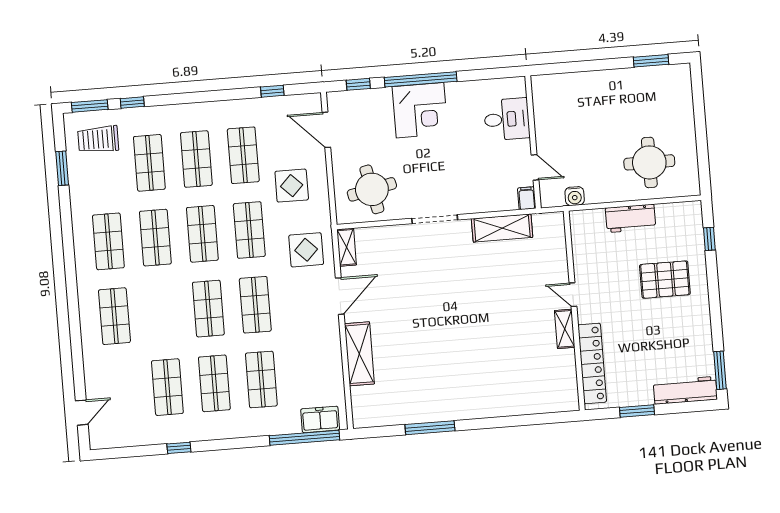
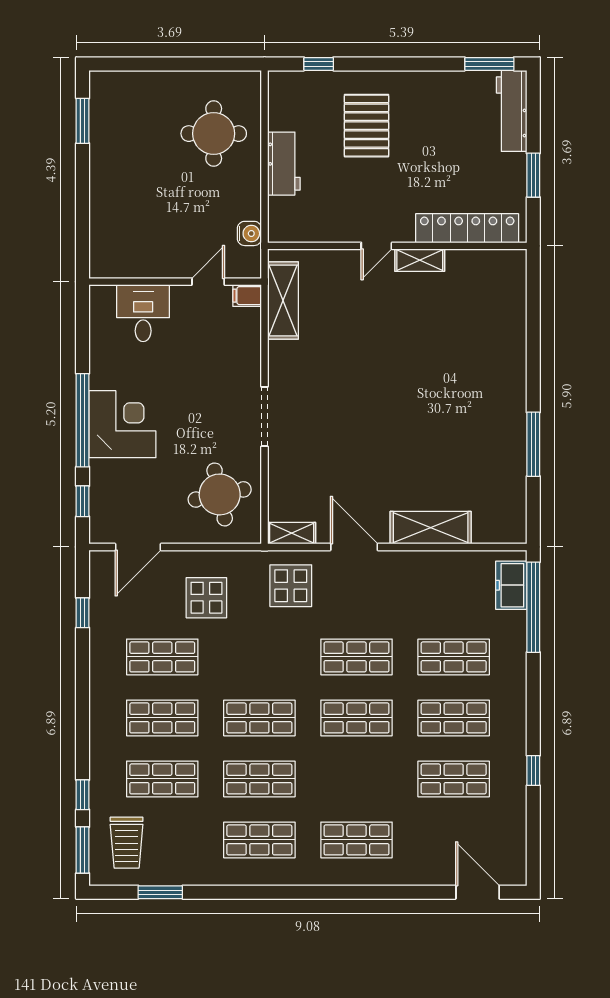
shelving: (502, 228) -> (283, 301), moved
shop shelf: (249, 230) -> (259, 657), removed
door: (82, 413) -> (478, 892), width x1.38

